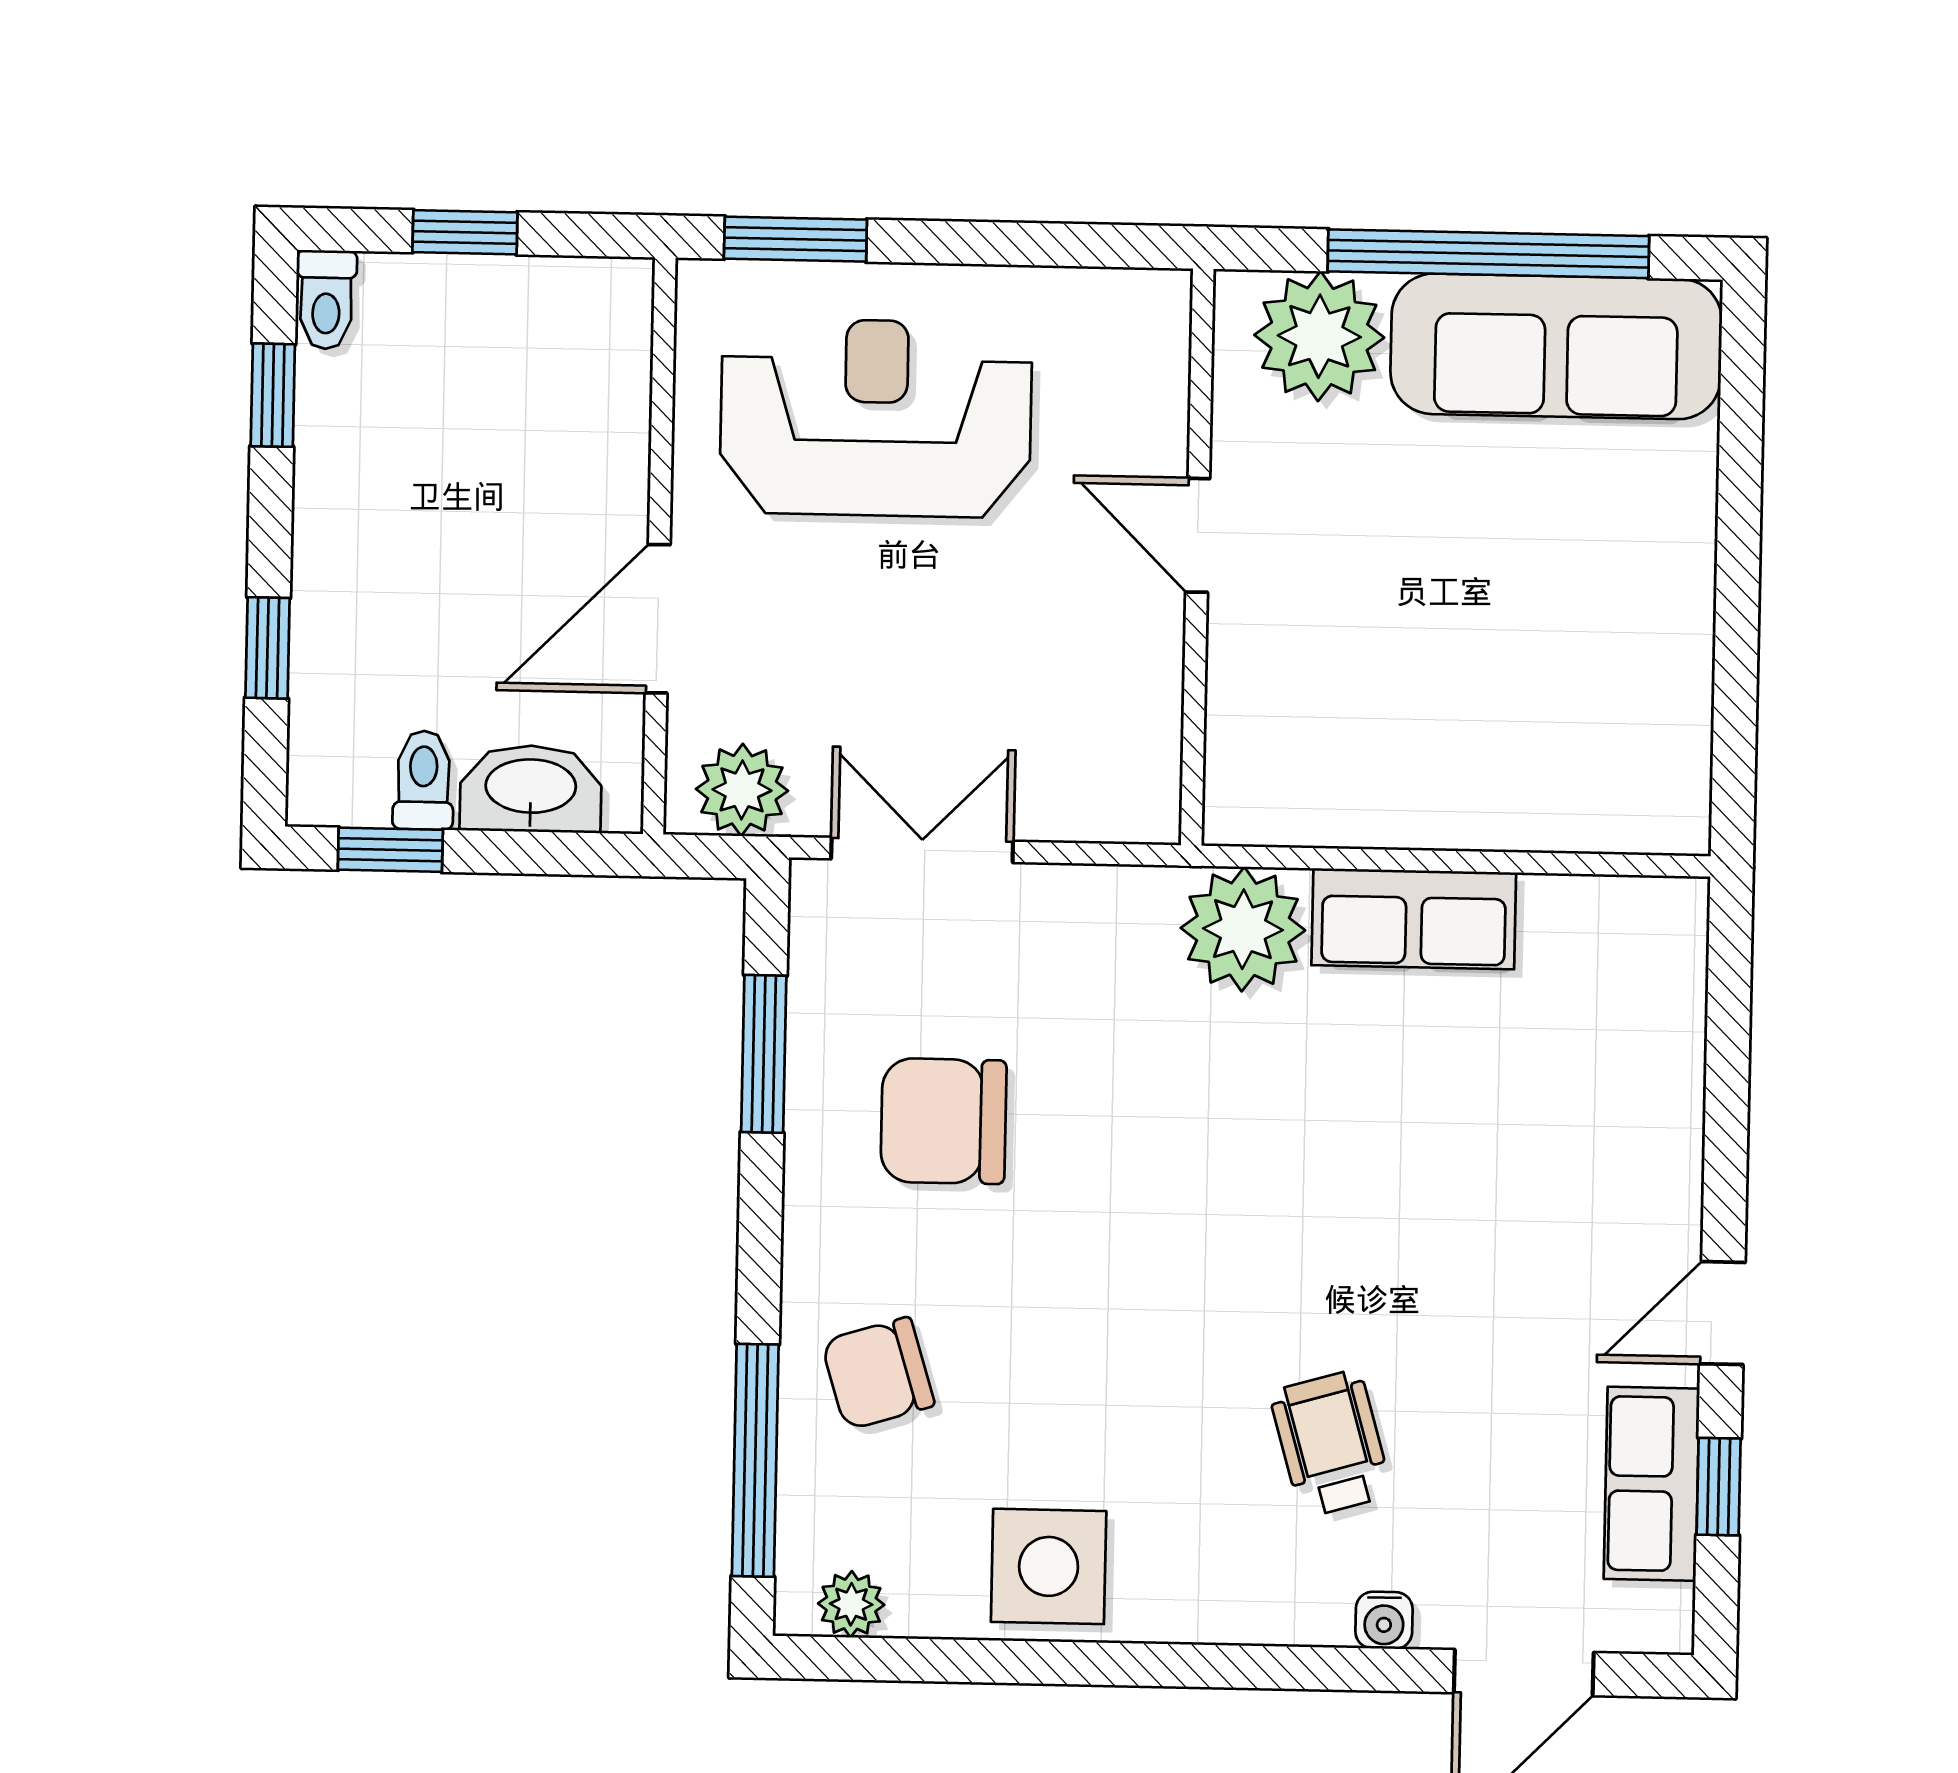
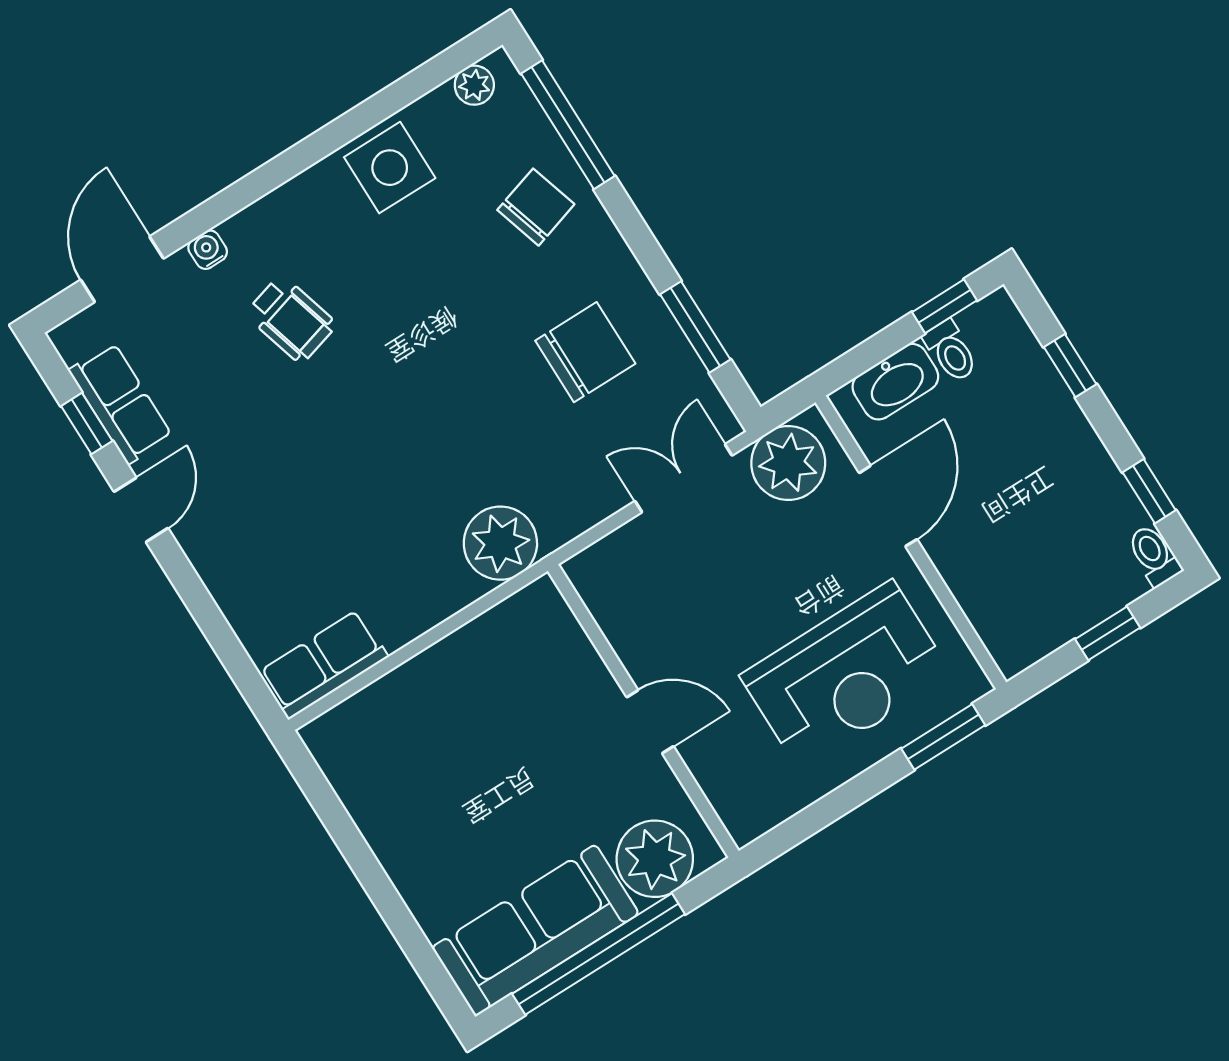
plant: (742, 790) -> (788, 463), width x1.36, depth x1.36
double door: (922, 850) -> (684, 478), swing flipped
row of seats: (1414, 919) -> (323, 664), moved

